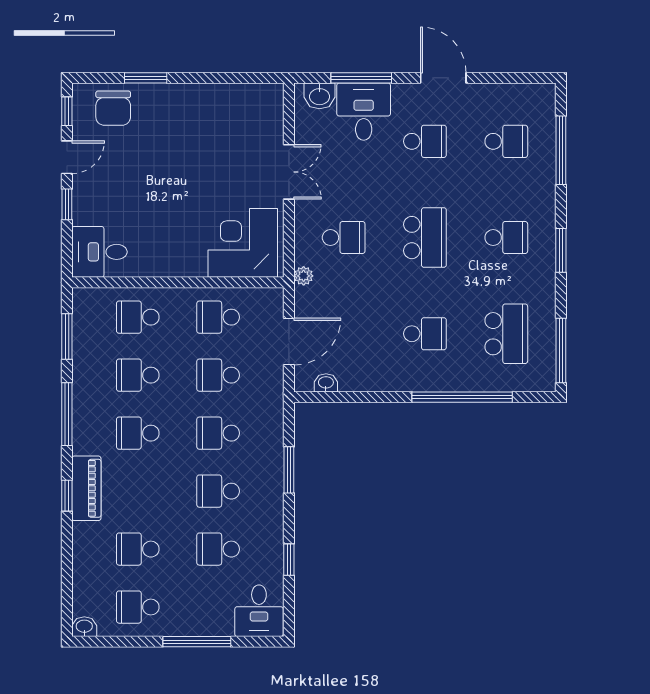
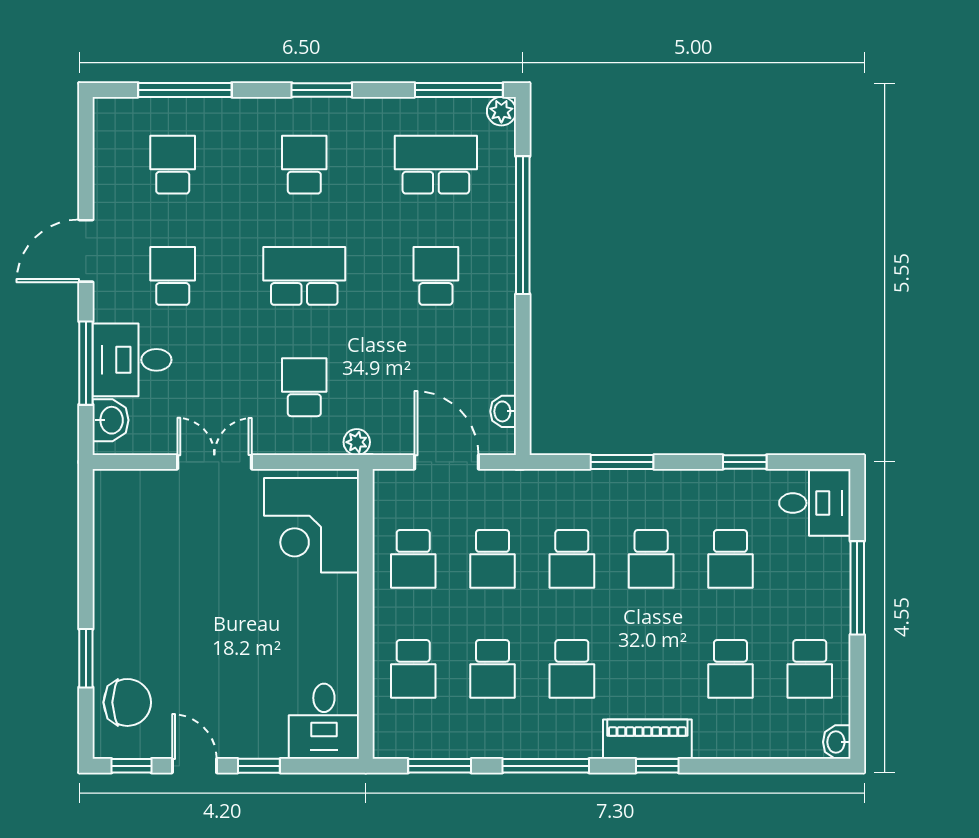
plant: (545, 382) -> (501, 111), added

